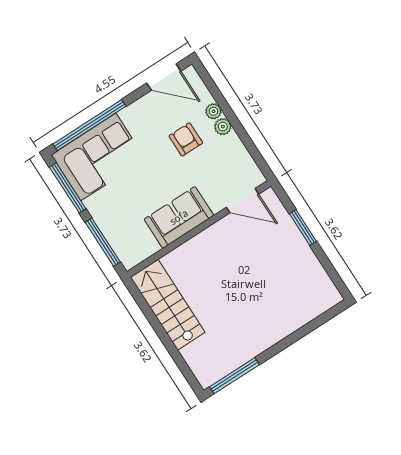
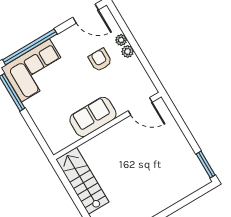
window: (303, 227) -> (206, 165), moved
window: (103, 242) -> (36, 133), removed

